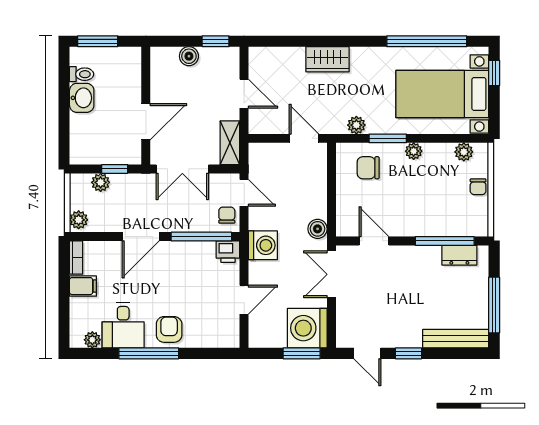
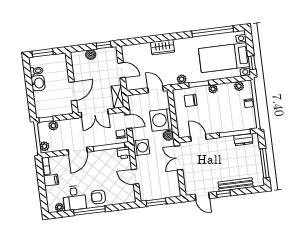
window: (494, 73) -> (252, 63), moved
window: (115, 169) -> (46, 119), moved
door: (244, 300) -> (135, 177), swing flipped
washing machine: (307, 328) -> (161, 120), moved
armchair: (169, 329) -> (98, 197), turned -90
bench: (456, 339) -> (236, 185), moved
window: (302, 353) -> (156, 202), moved

